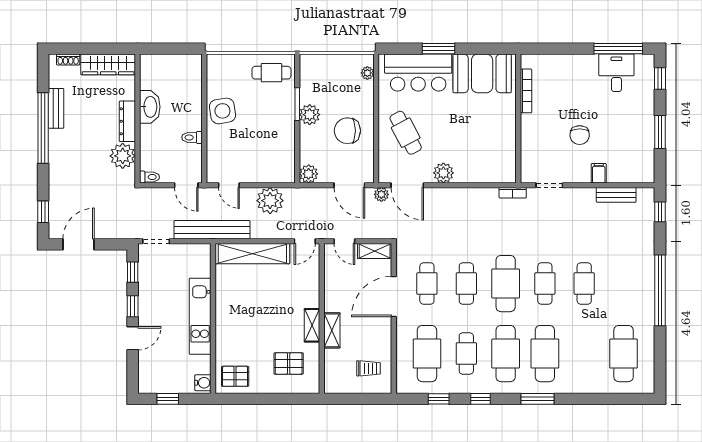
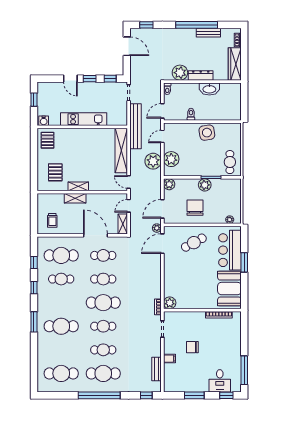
desk: (616, 73) -> (220, 381), moved, turned 90
plant: (267, 170) -> (171, 159), added
plant: (443, 173) -> (170, 303), moved
cafe table: (506, 354) -> (103, 373), moved

